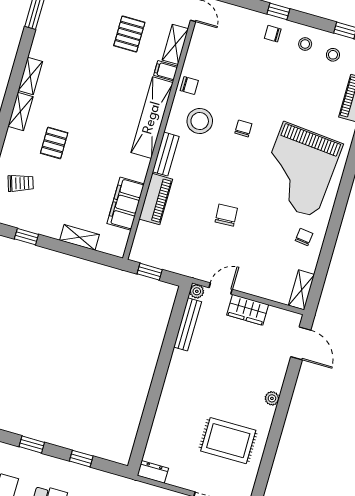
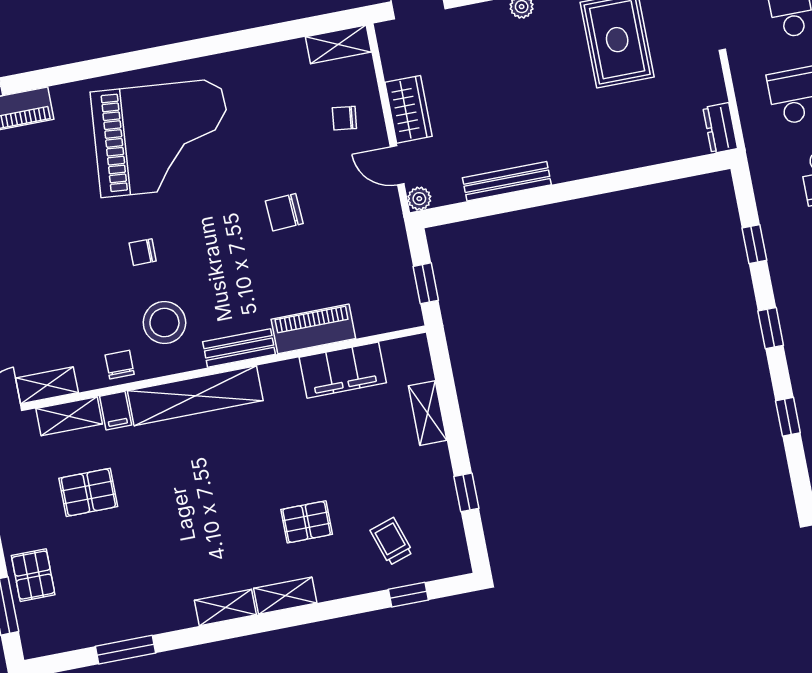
shelving: (198, 41) -> (47, 385), added
chair: (304, 237) -> (344, 118), moved
bench: (188, 324) -> (507, 181), moved

